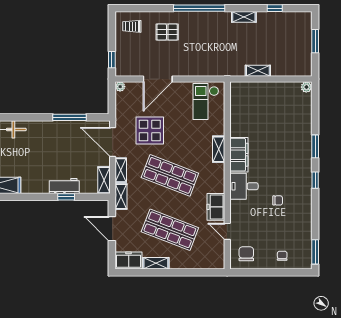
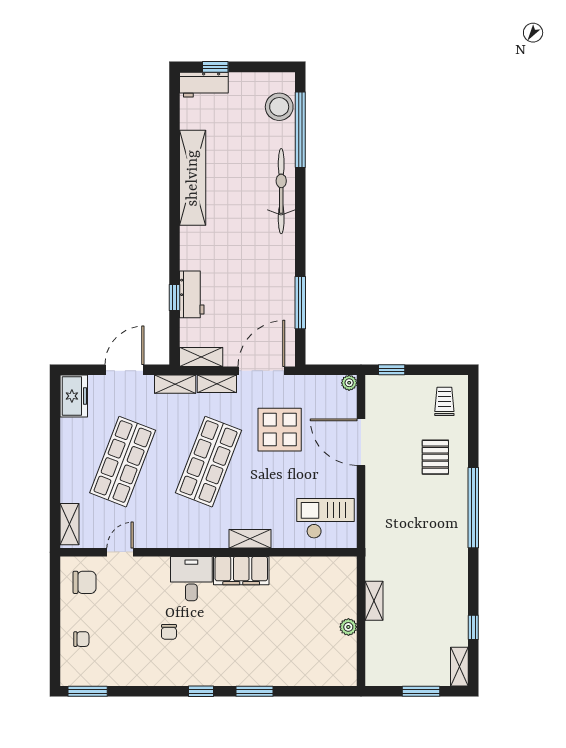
shelving: (244, 17) -> (459, 667), moved
plant: (306, 87) -> (348, 627), moved
freezer: (216, 207) -> (159, 534), removed
shelving: (156, 263) -> (69, 524), moved

